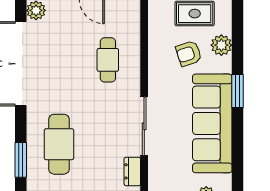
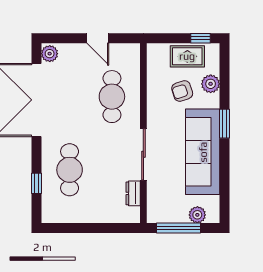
cafe table: (108, 60) -> (112, 97), width x1.37, depth x1.35
window: (21, 160) -> (36, 183), width x0.67

